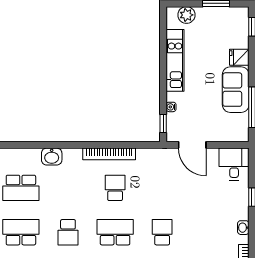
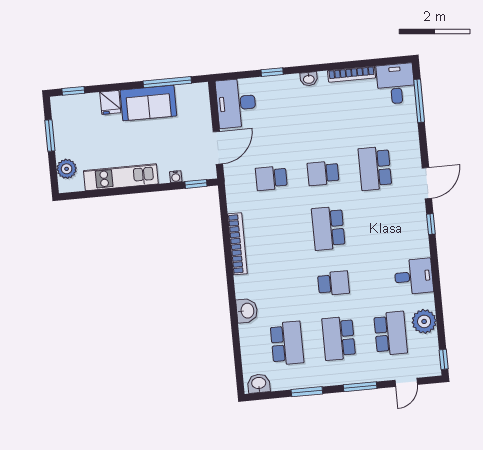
desk: (234, 164) -> (236, 103), width x1.37
school desk: (115, 188) -> (271, 178), moved

